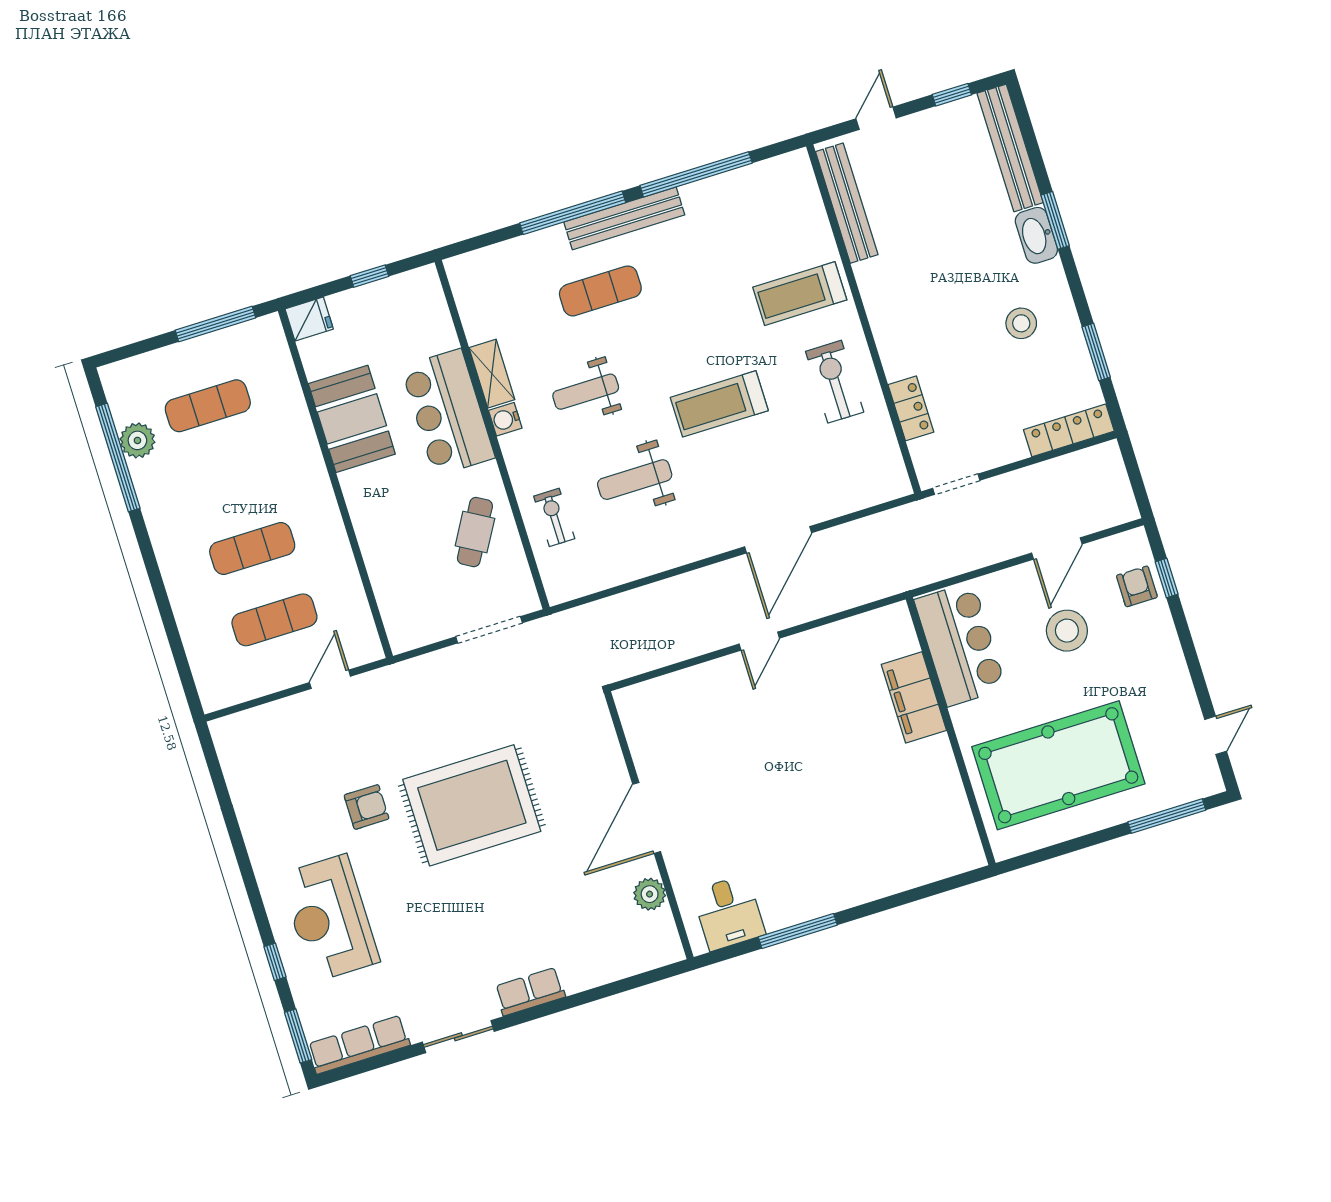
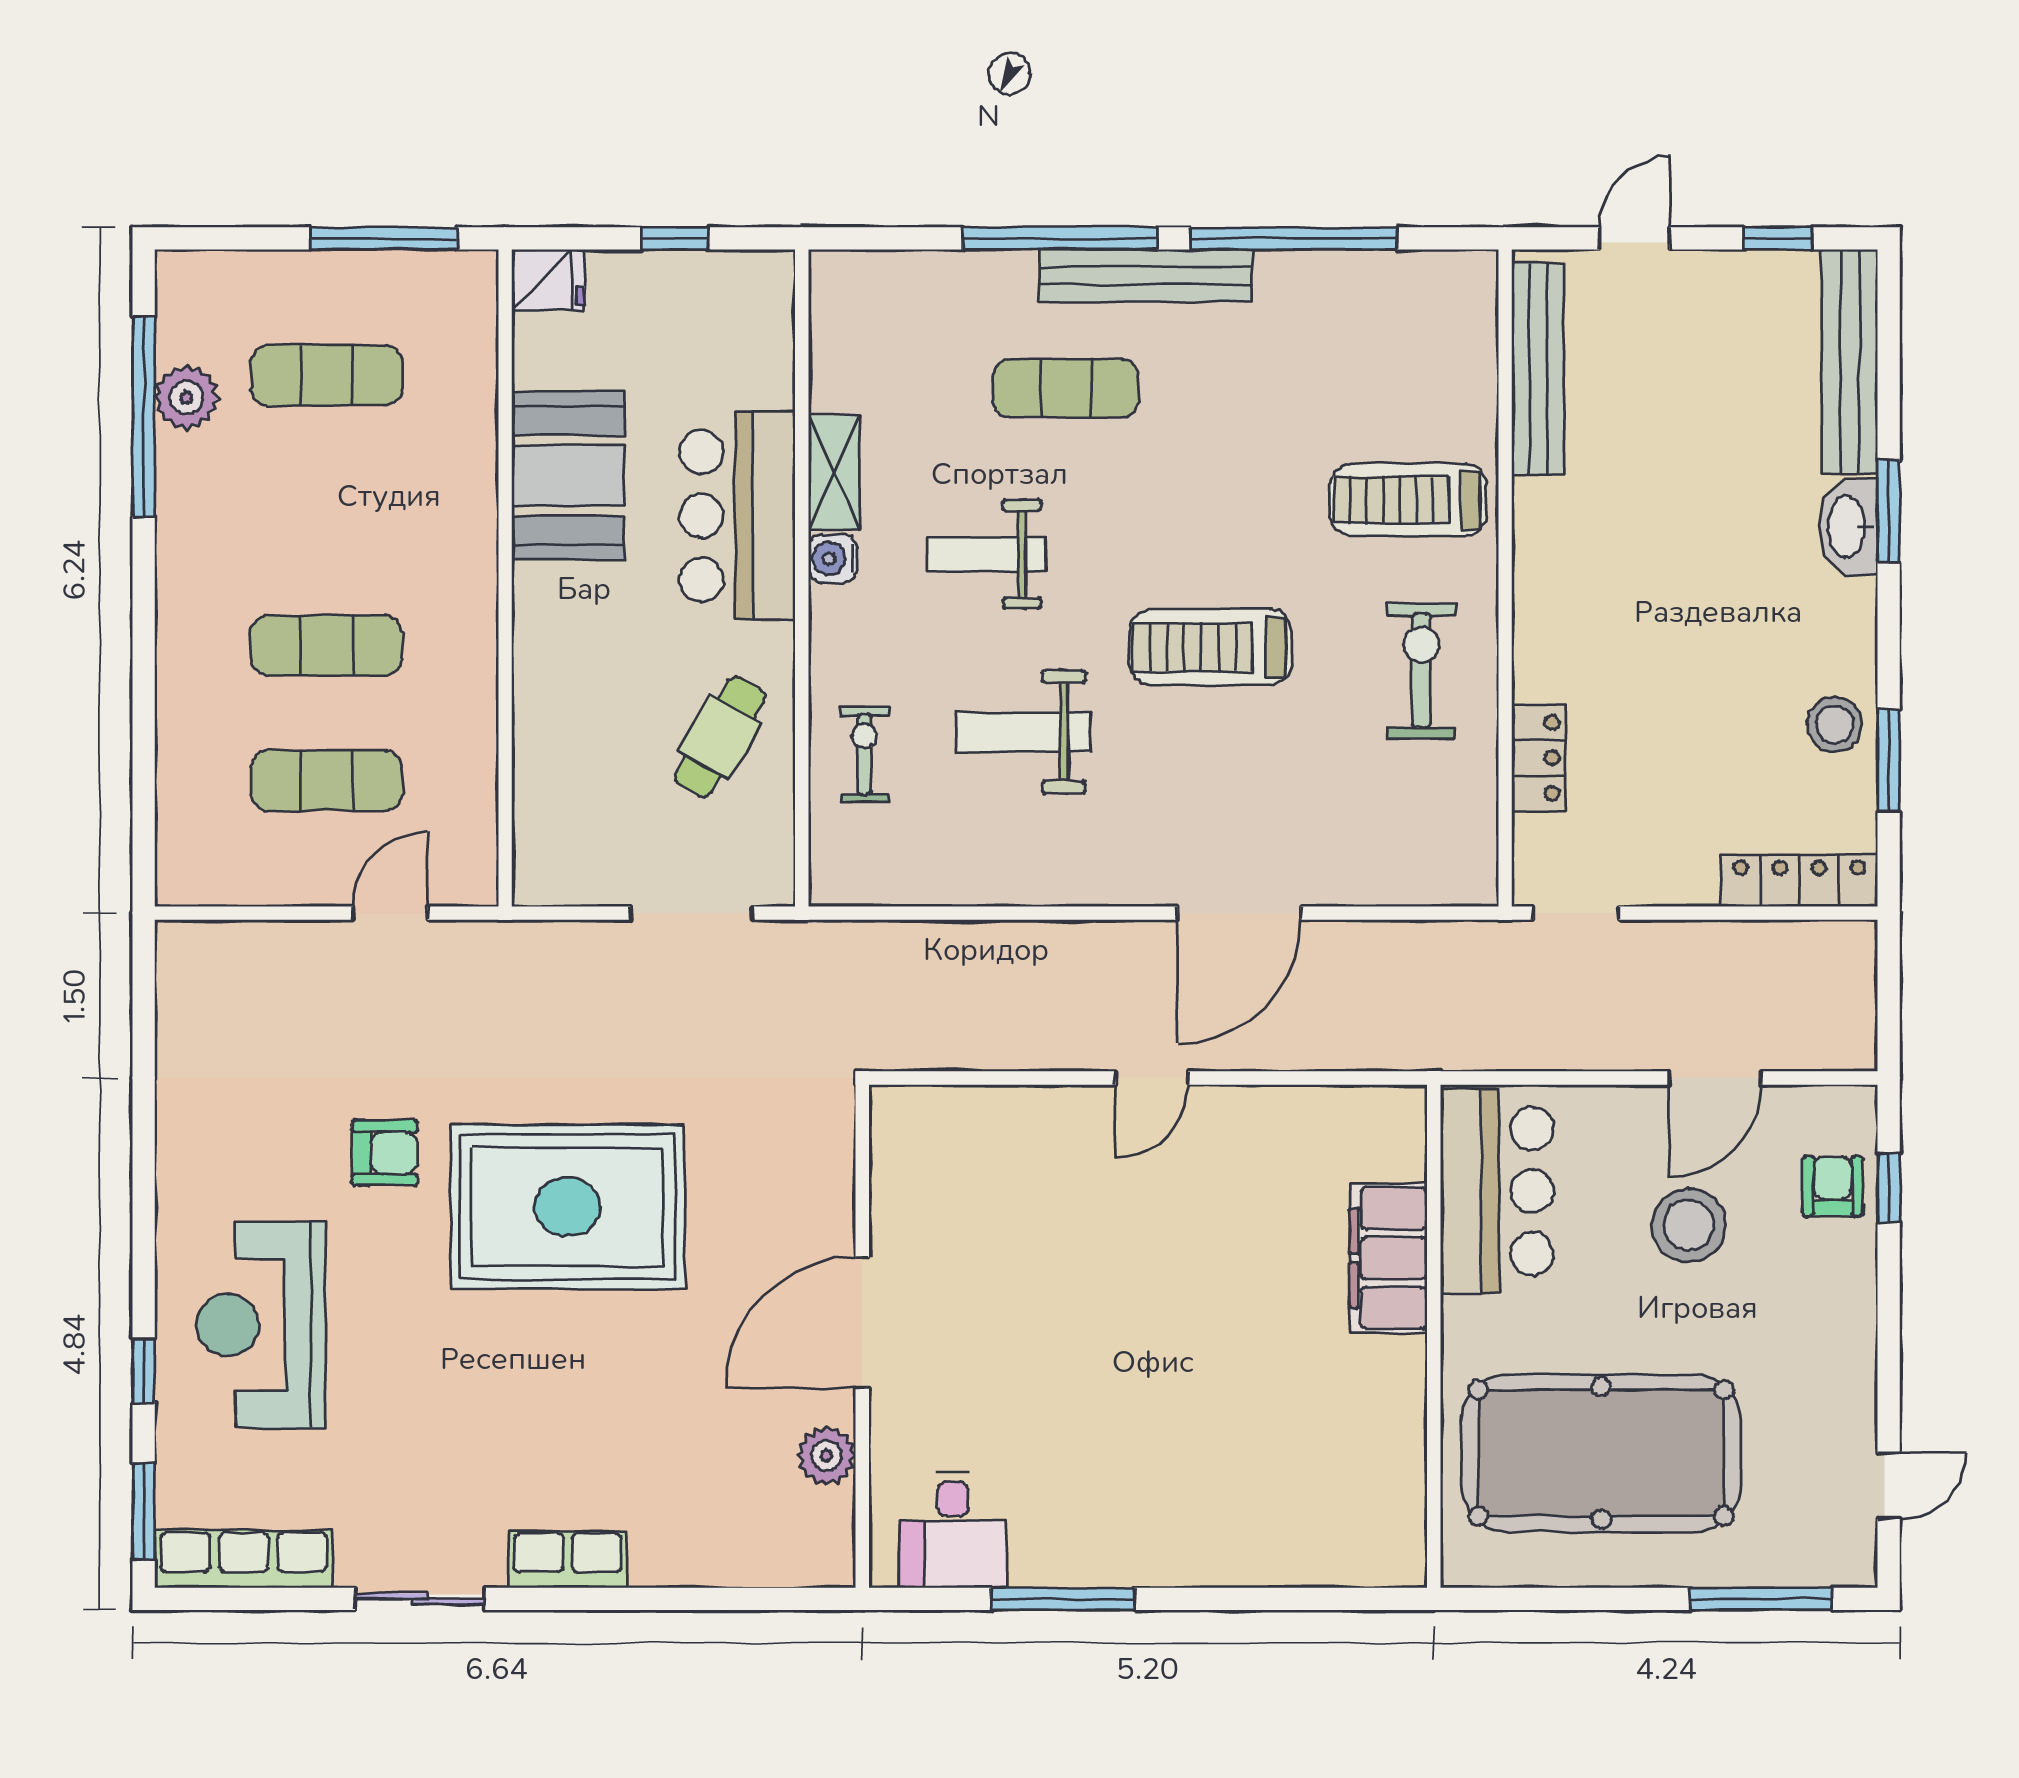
stool: (1021, 323) -> (1835, 724), moved

